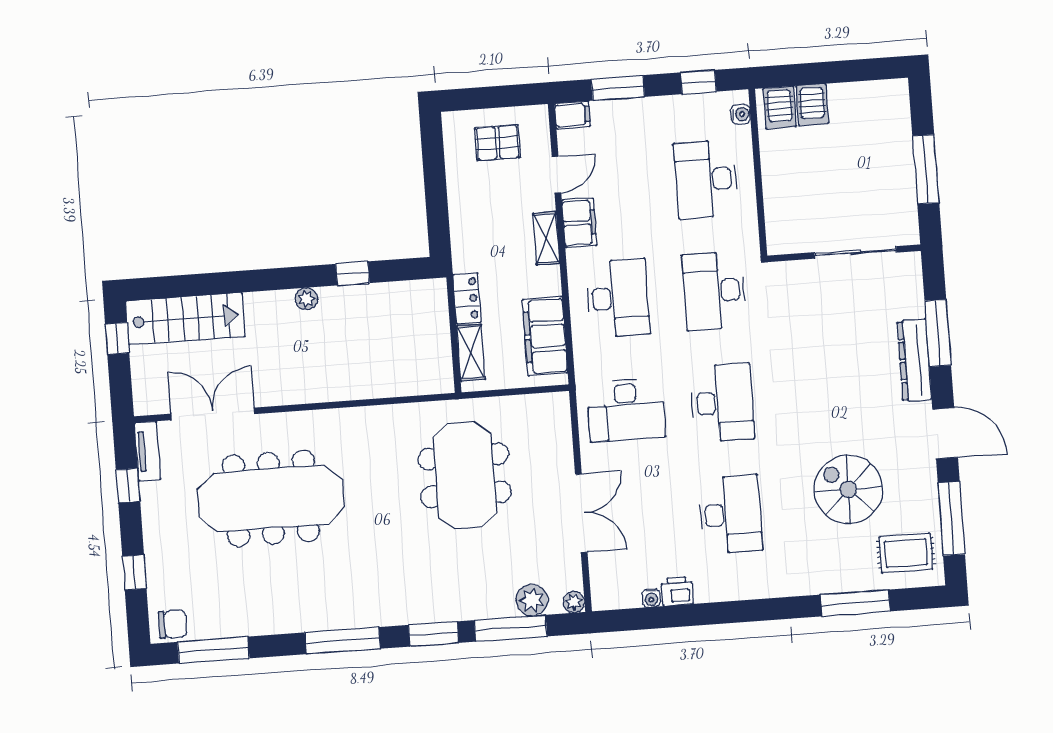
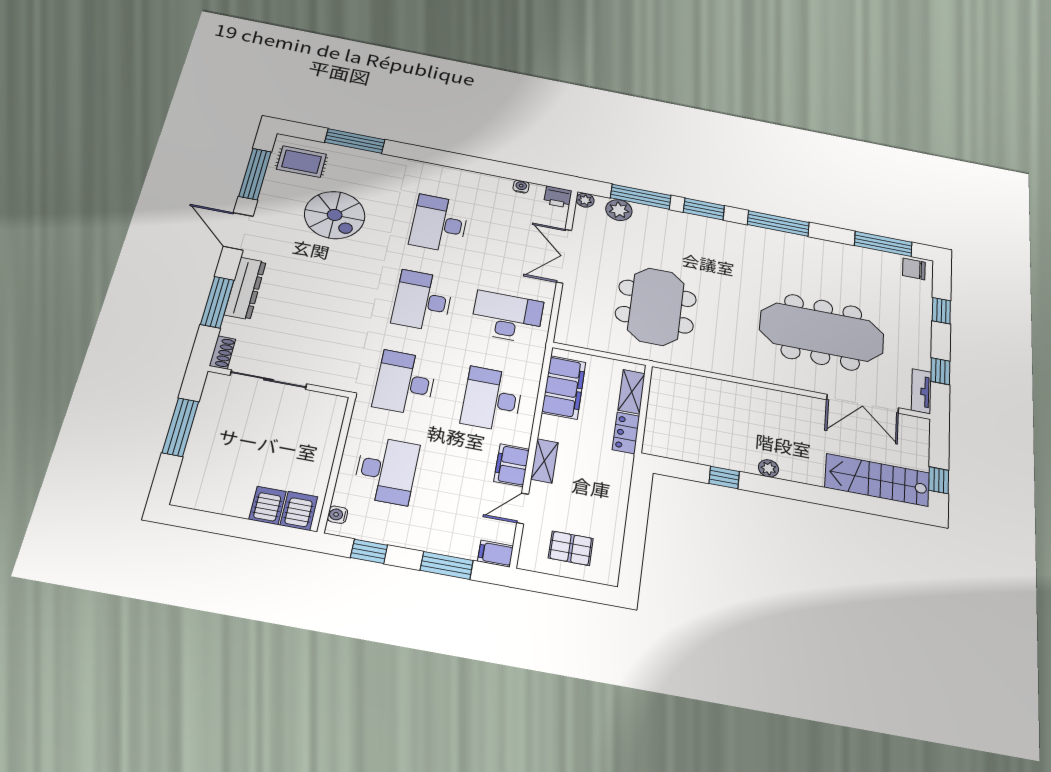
shoe rack: (913, 272) -> (222, 352), added
desk: (714, 291) -> (405, 383), turned 180
printer: (677, 591) -> (558, 197), moved

